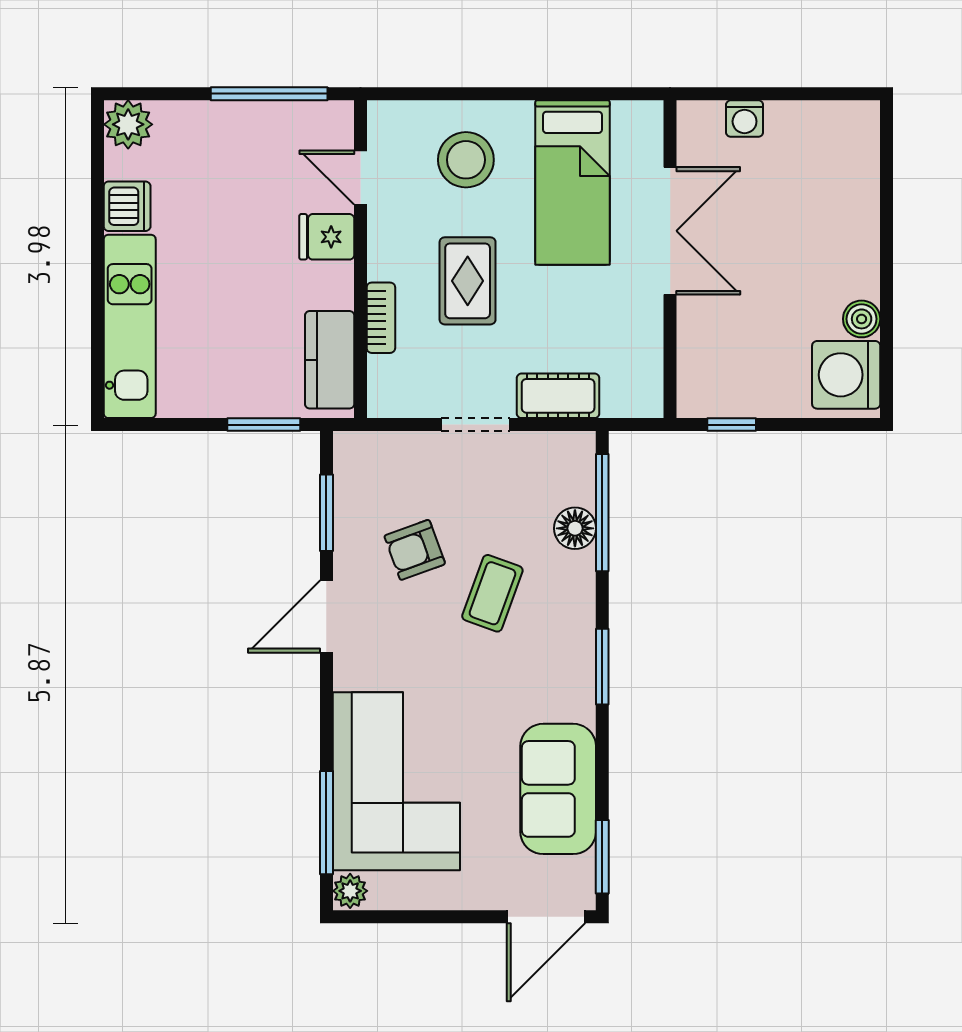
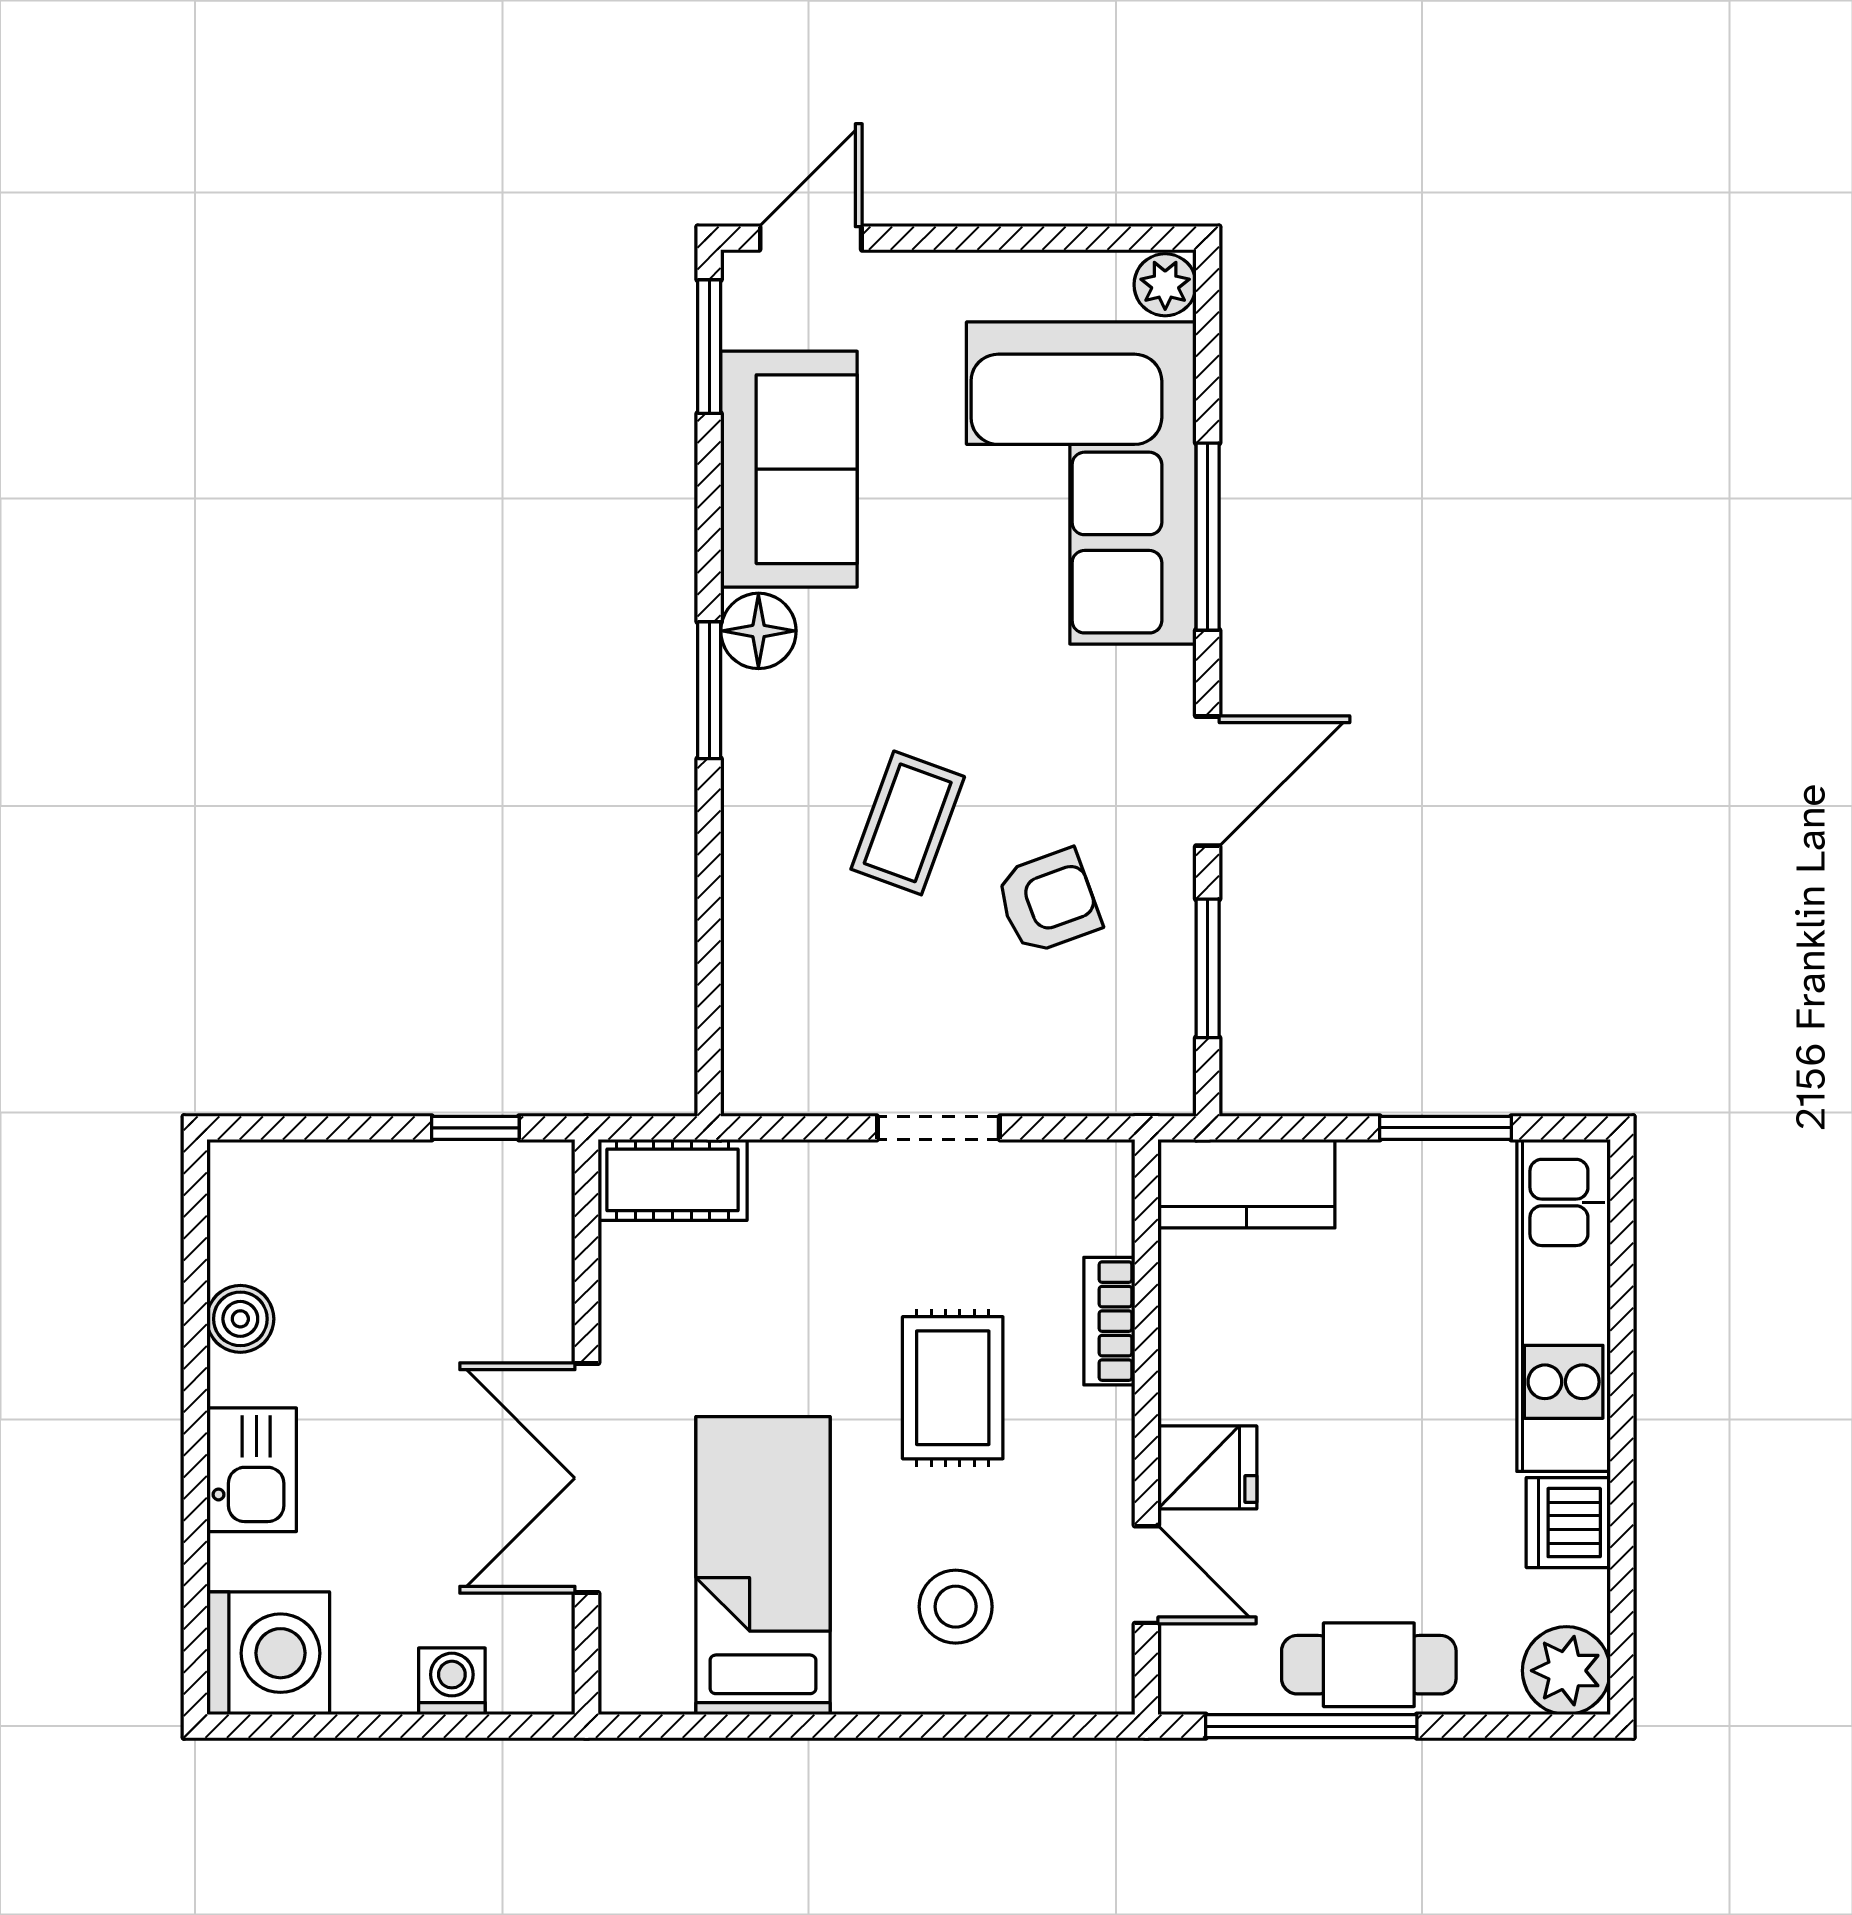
cafe table: (237, 128) -> (1369, 1665), added
stool: (466, 160) -> (956, 1607), width x0.73, depth x0.73
kitchen sink: (855, 236) -> (252, 1470), added
kitchen counter: (330, 360) -> (1246, 1184), moved, turned 90
washing machine: (846, 375) -> (268, 1653), moved
cot: (558, 396) -> (673, 1180), moved
window: (264, 425) -> (1446, 1128), moved
window: (602, 513) -> (709, 969), removed
floor lamp: (575, 528) -> (758, 631), moved
window: (326, 823) -> (1208, 537), moved
door: (546, 917) -> (811, 238), width x0.73

